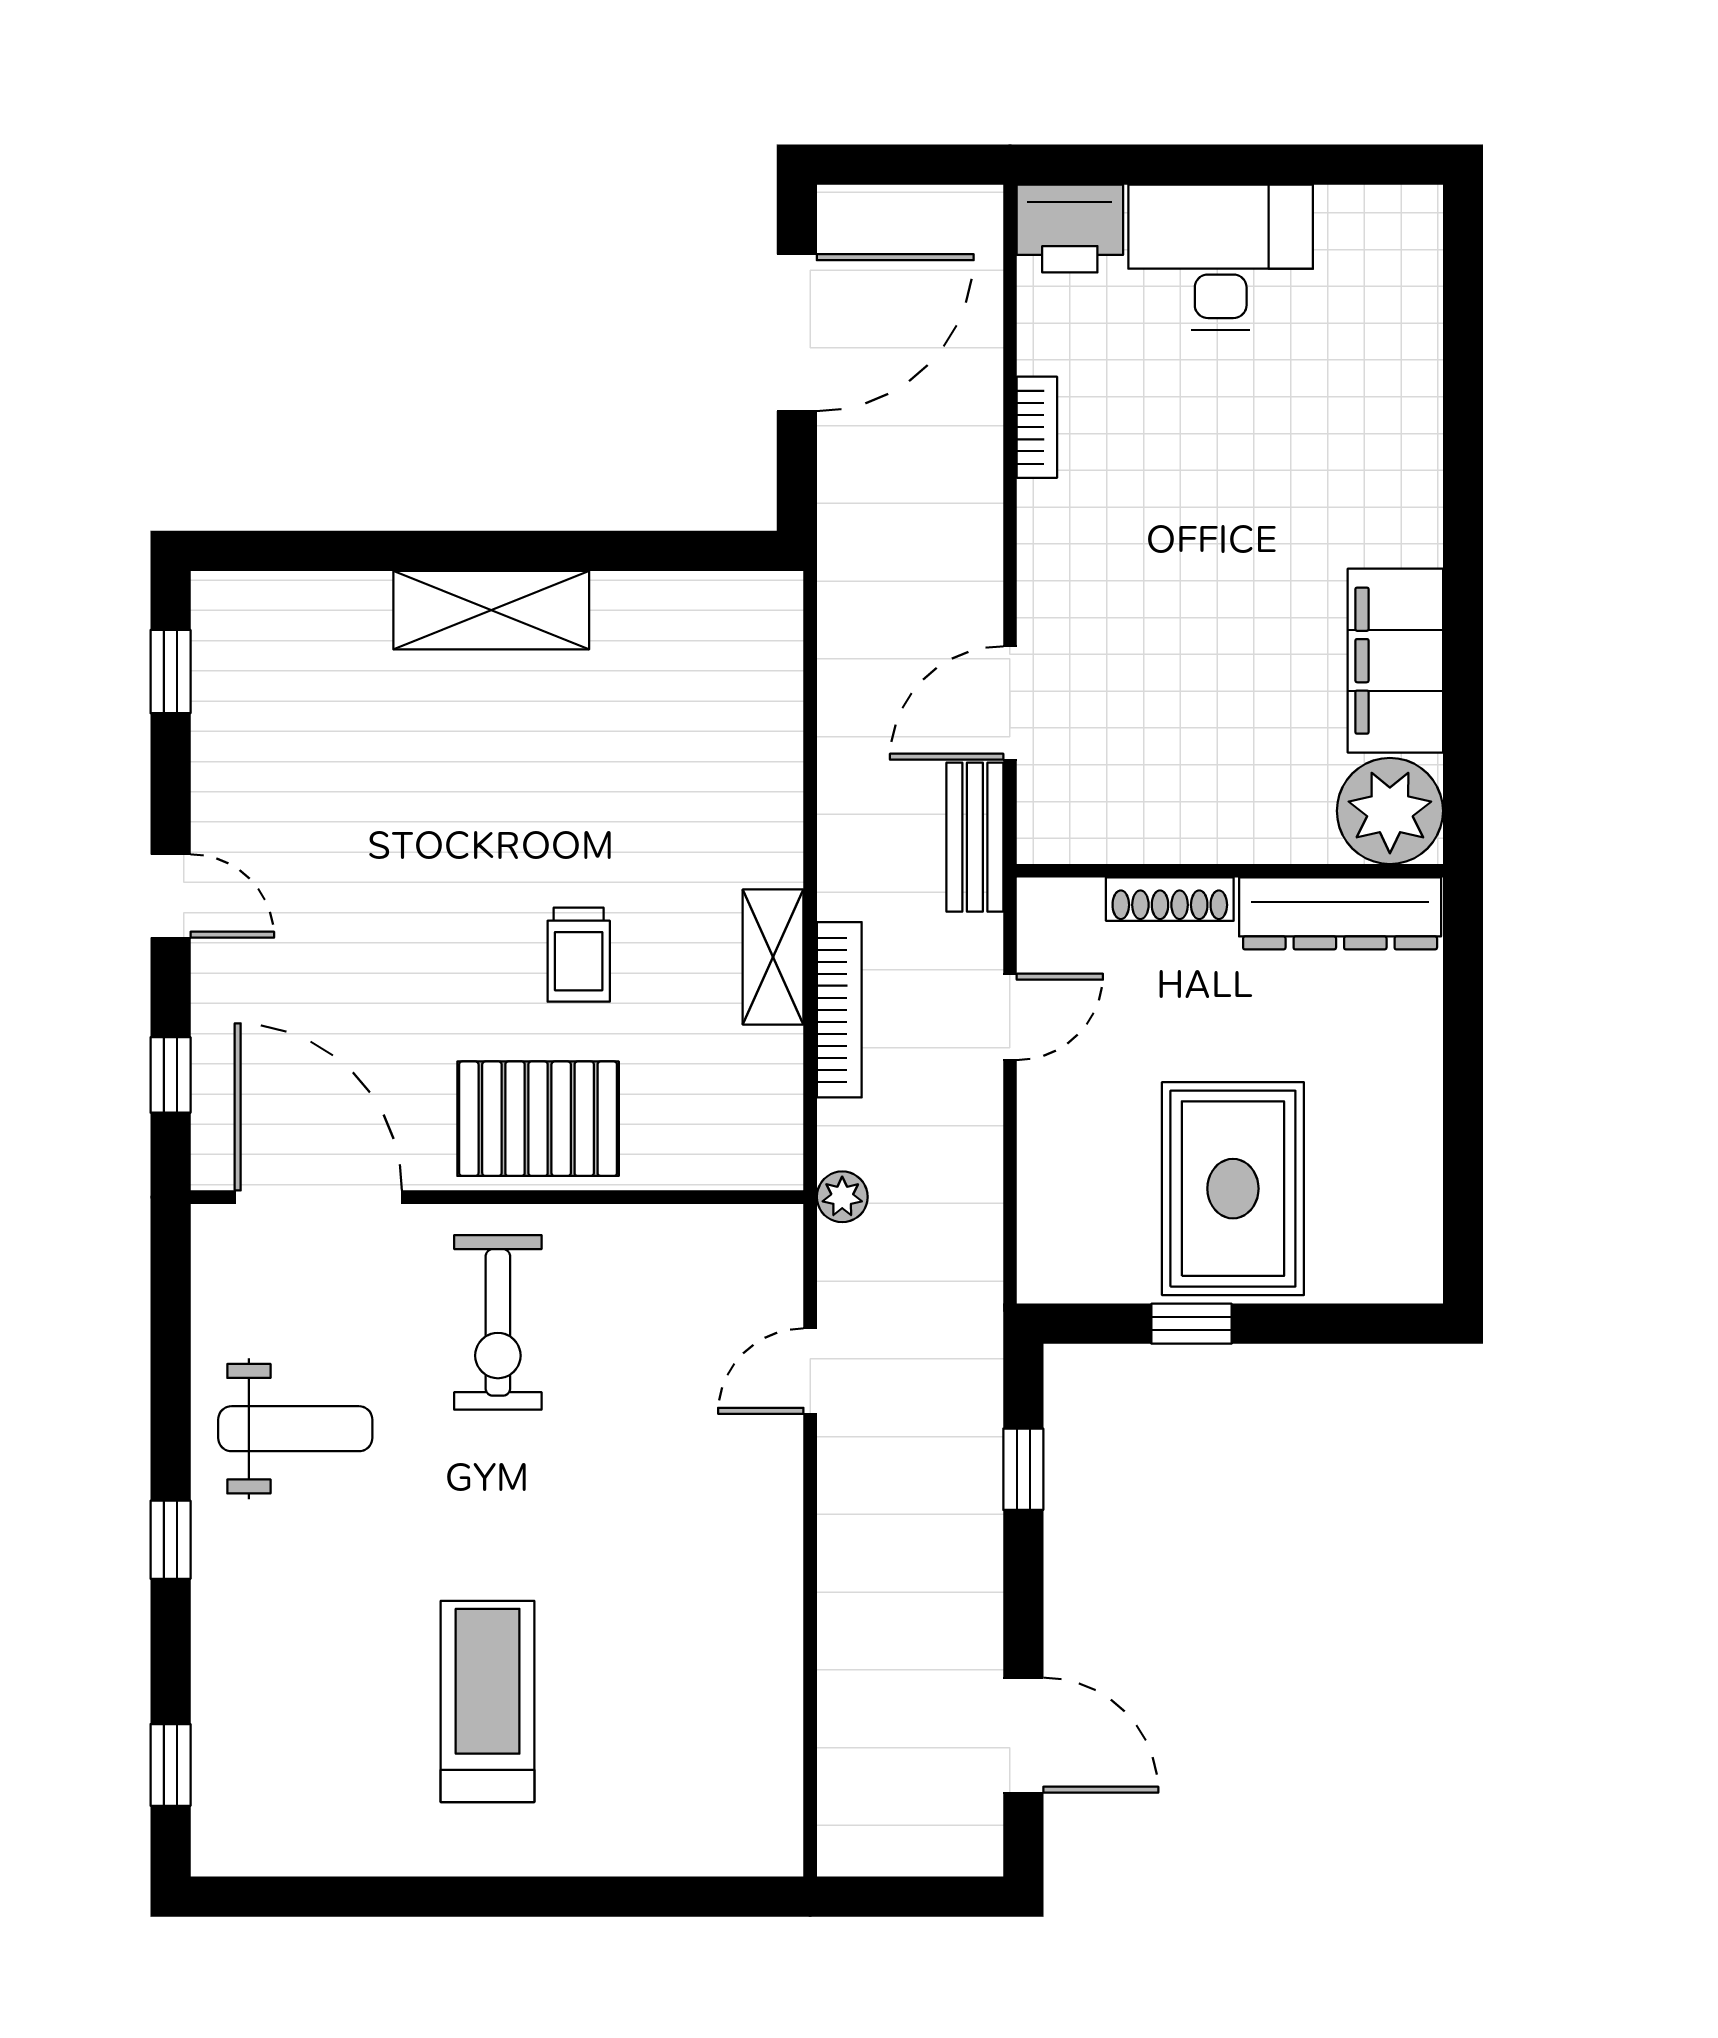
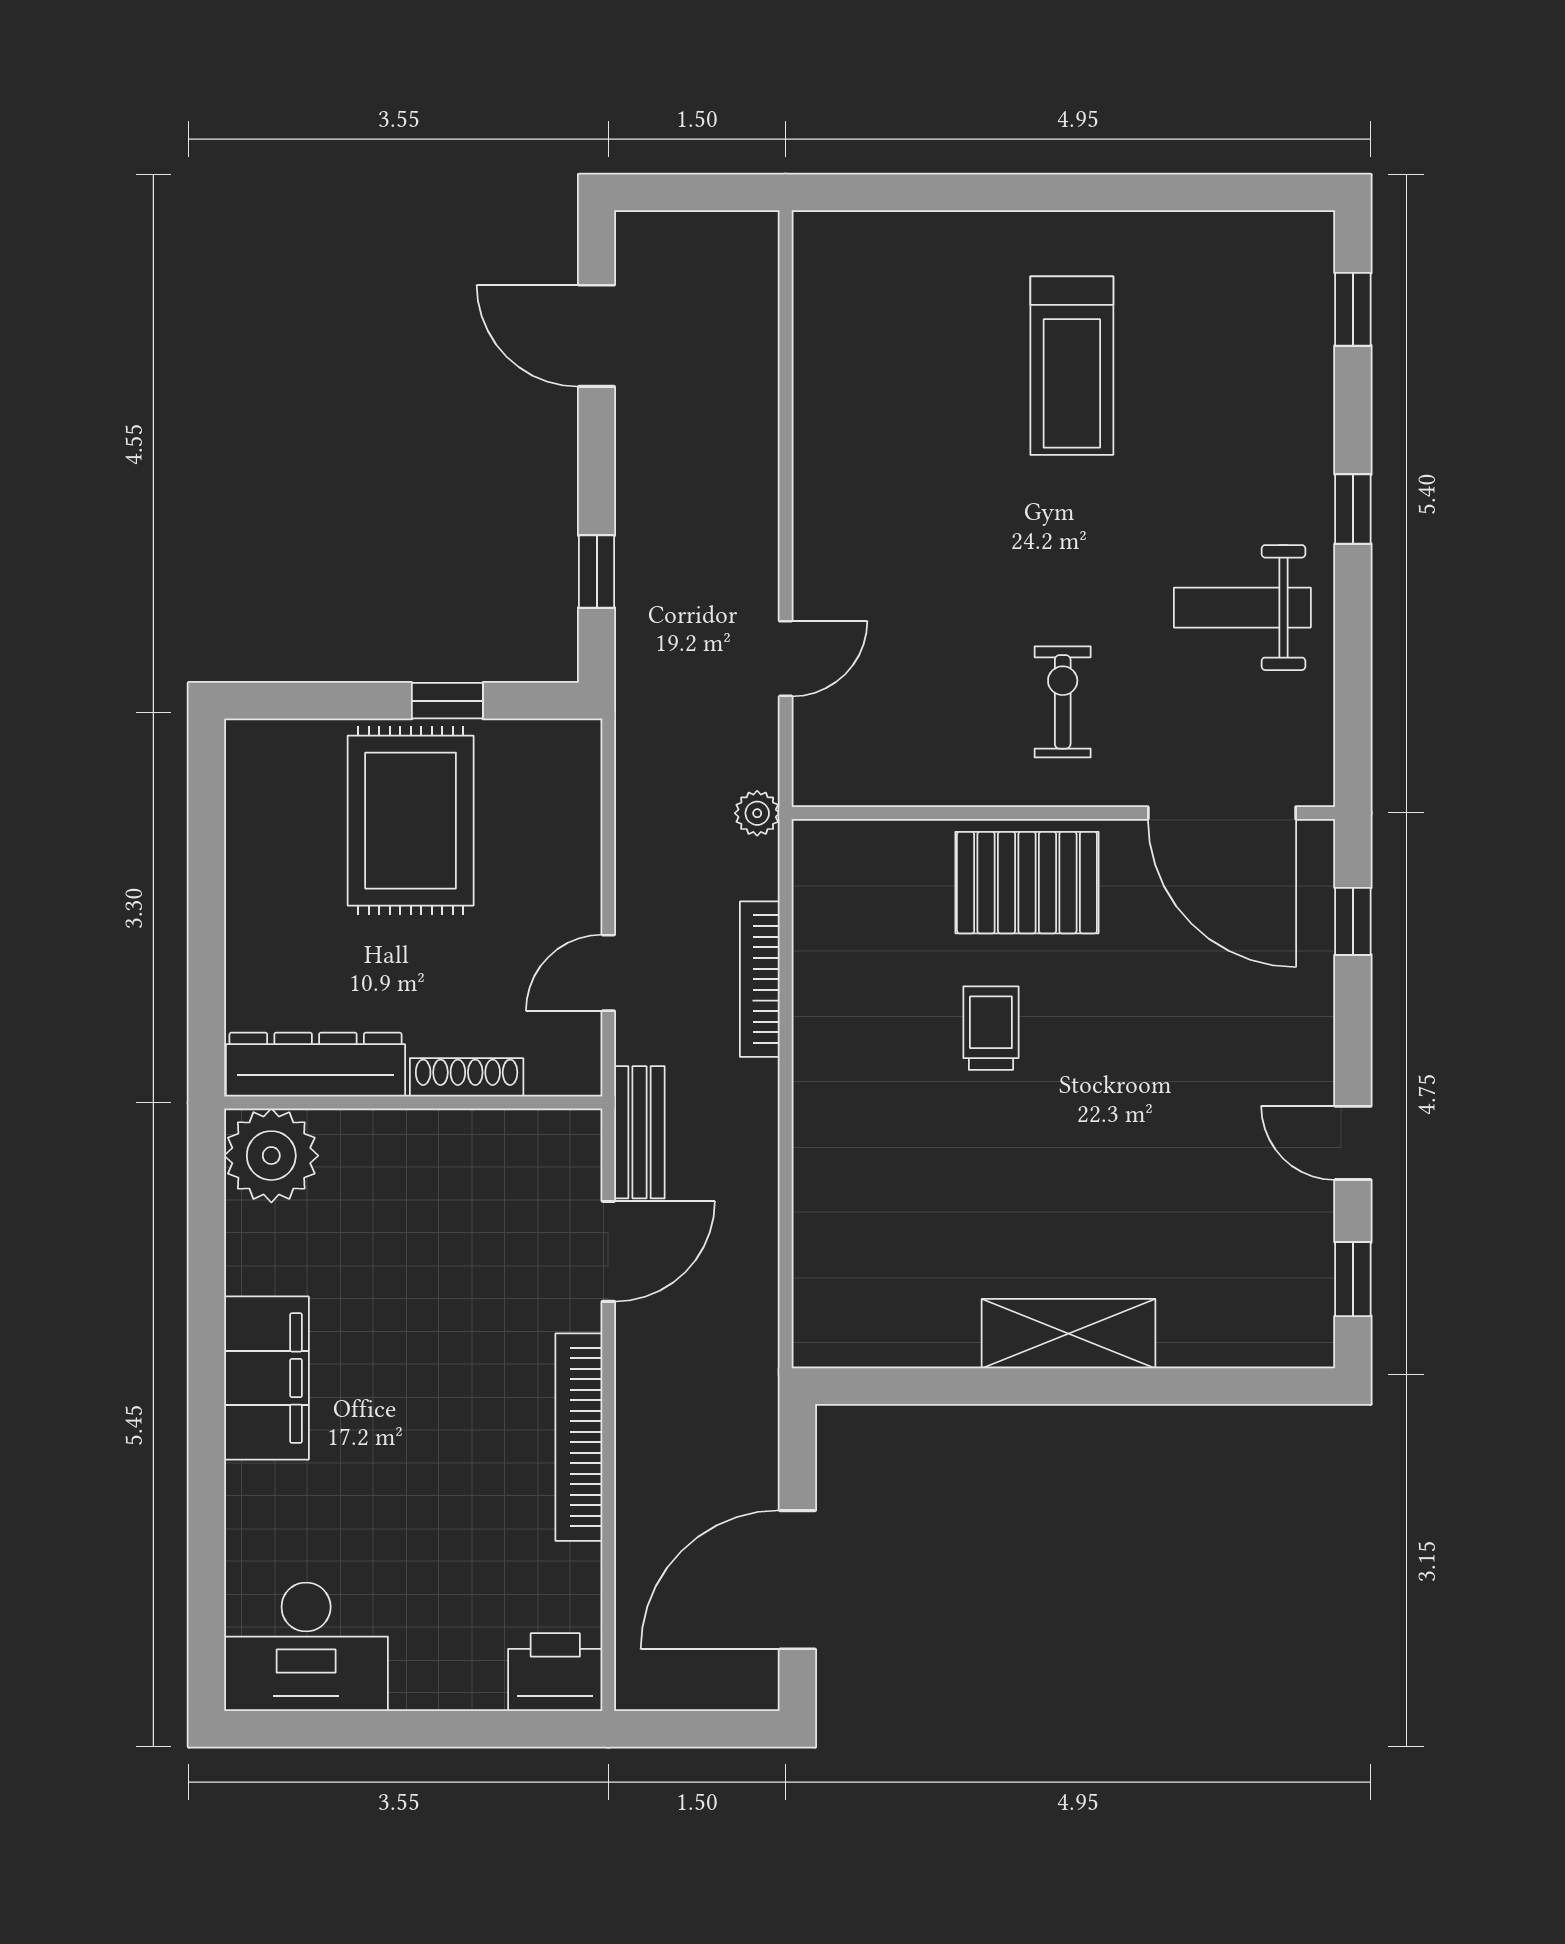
desk: (1221, 257) -> (306, 1647), moved
bookcase: (1037, 427) -> (579, 1437), width x2.31, depth x1.31
filing cabinet: (1395, 661) -> (266, 1378), moved
door: (171, 896) -> (1353, 1143), moved
shelving: (773, 957) -> (819, 1026), removed
exercise bike: (498, 1322) -> (1063, 702), width x0.73, depth x0.72

